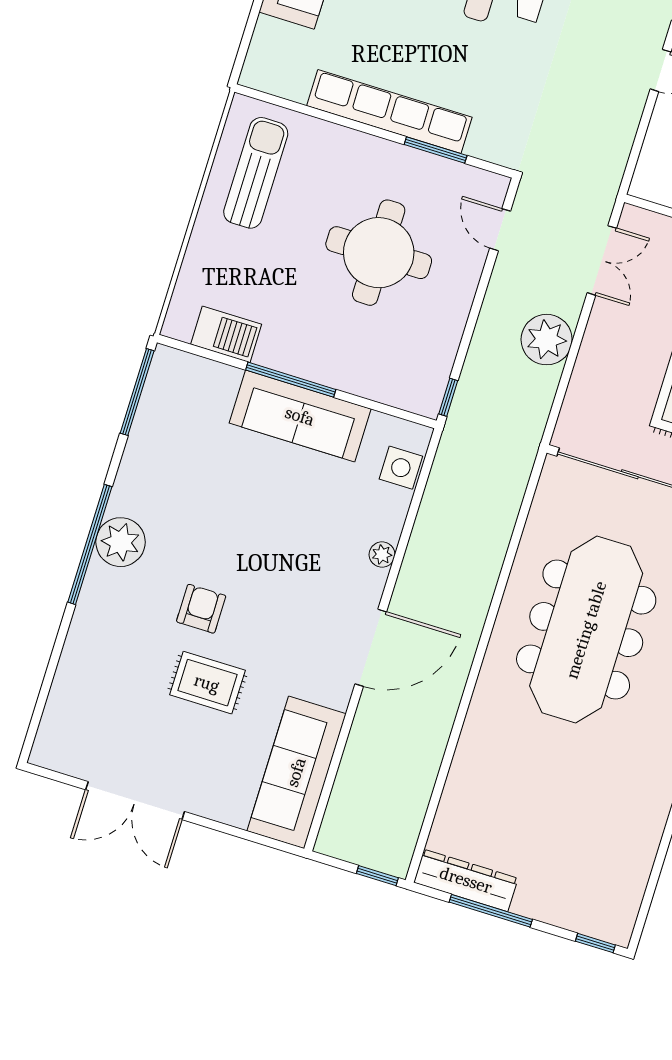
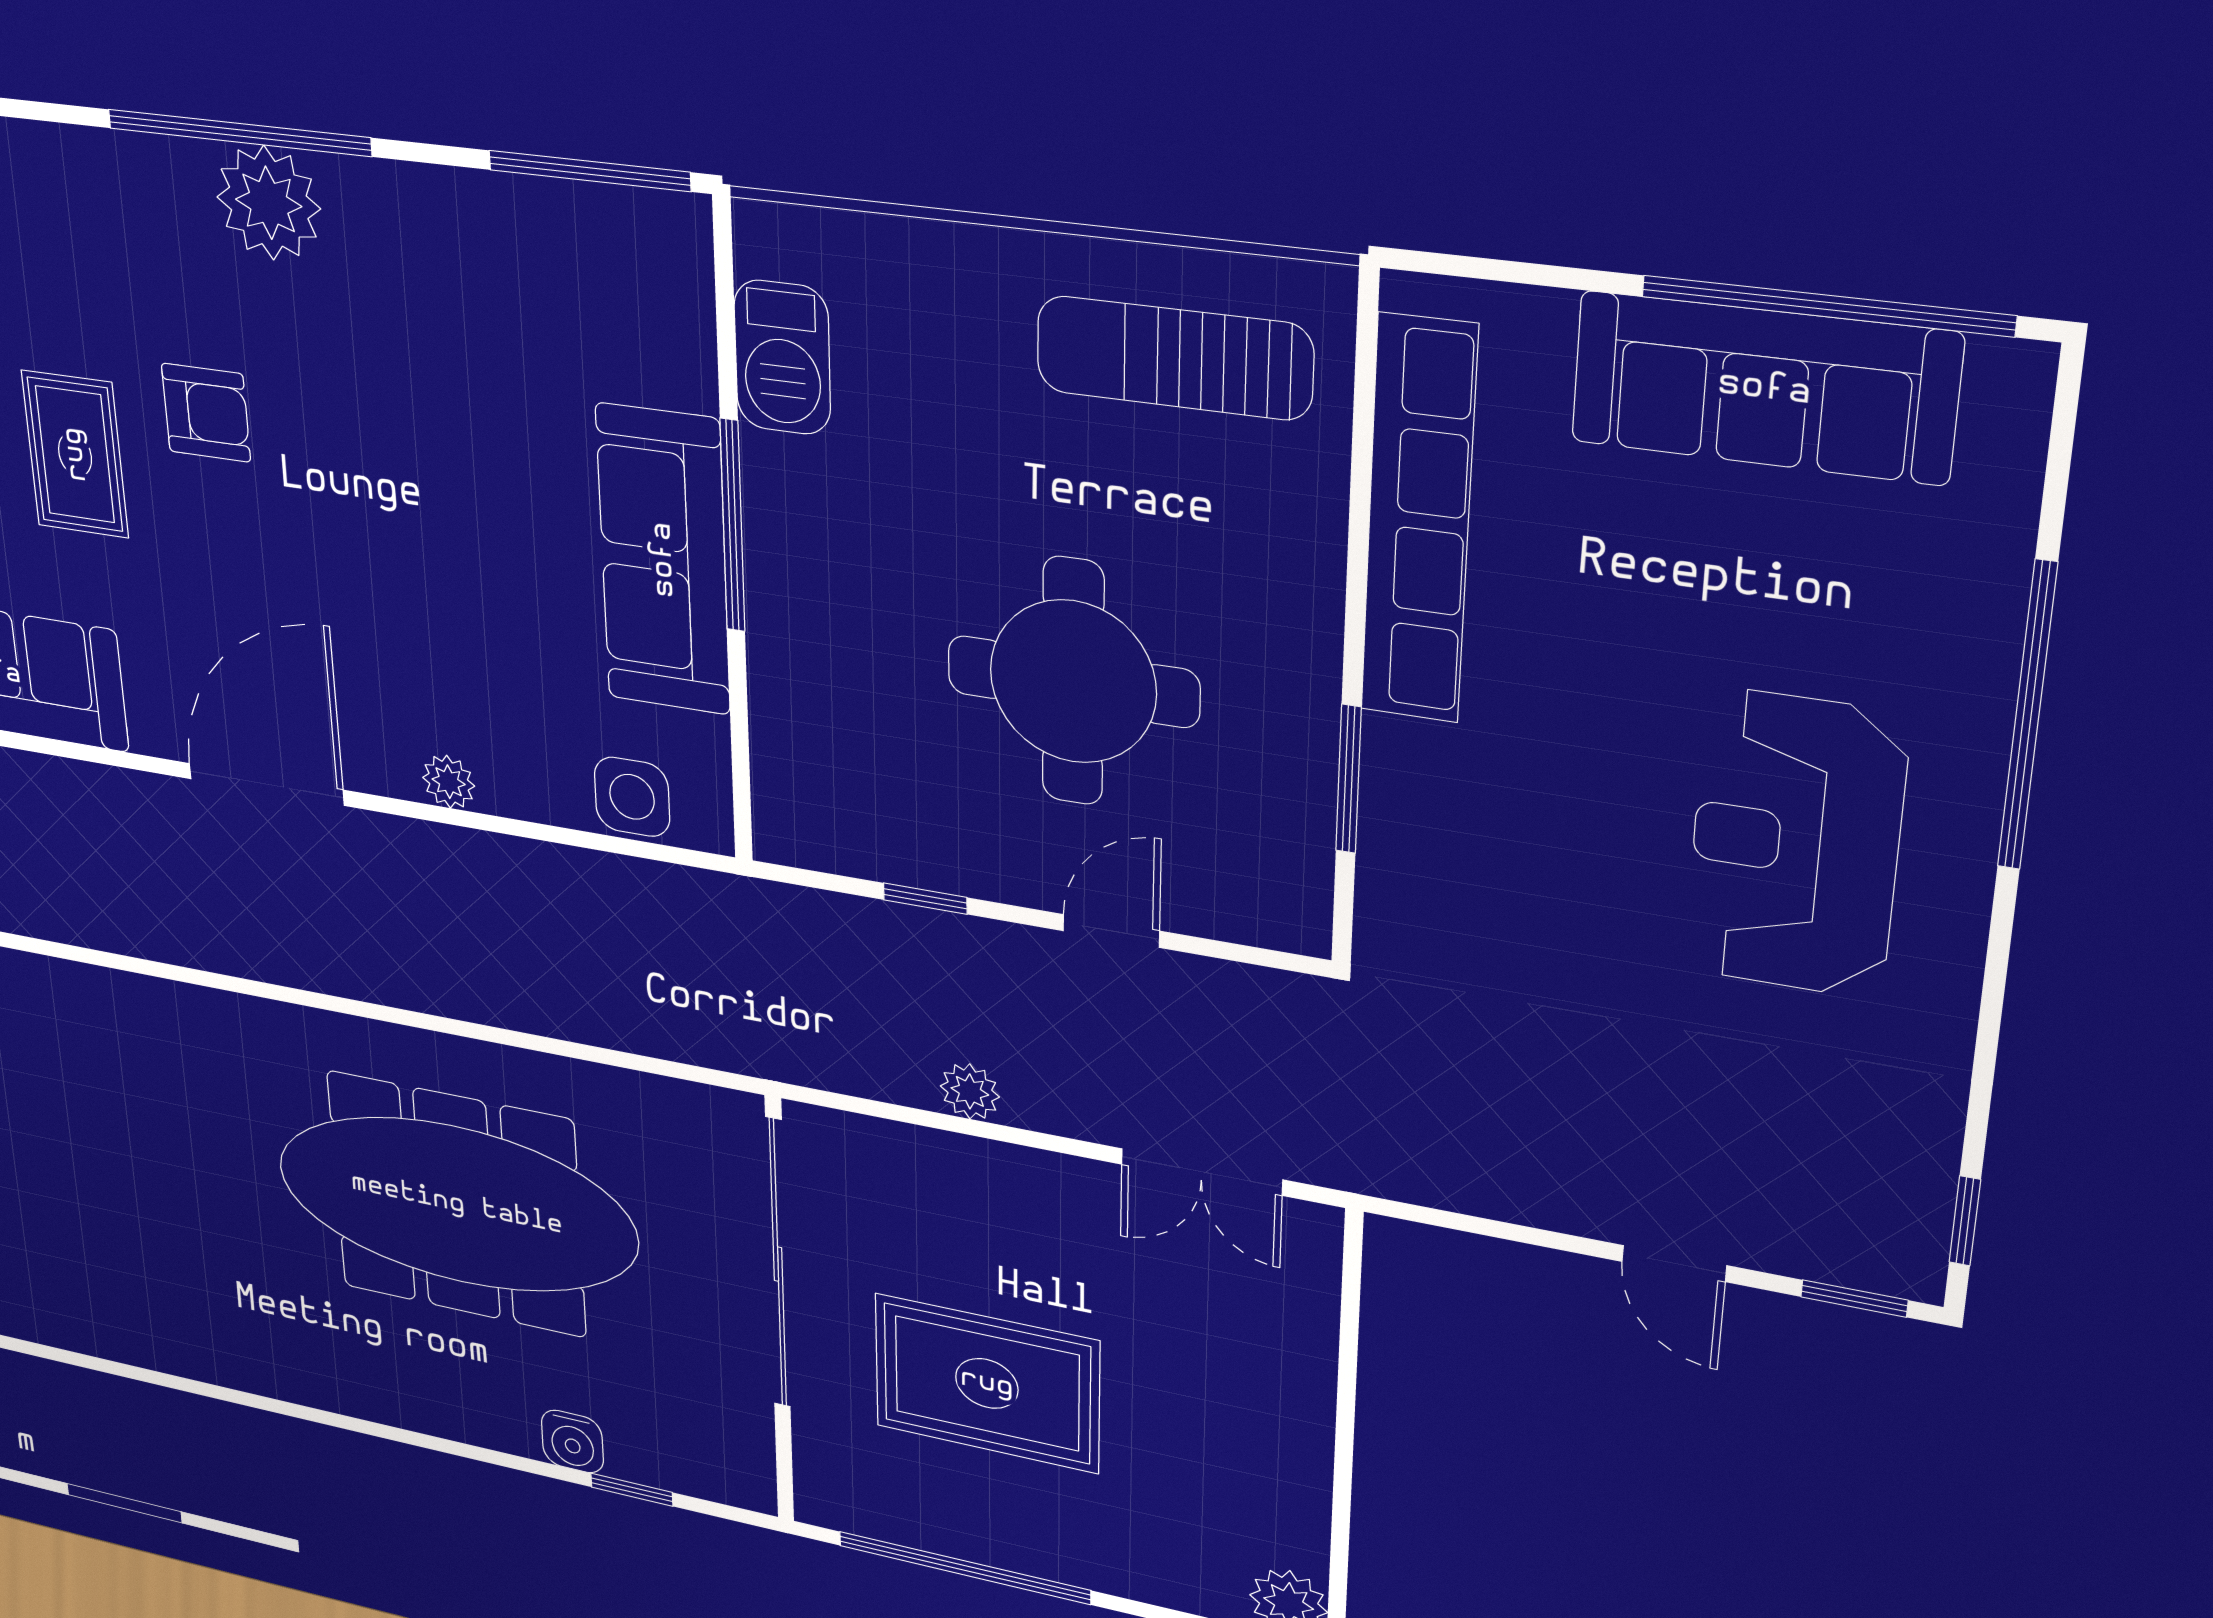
row of seats: (389, 112) -> (1419, 521), moved
sun lounger: (256, 173) -> (1174, 358), turned 180
door: (500, 230) -> (1111, 931), moved
plant: (547, 340) -> (970, 1091), width x0.53, depth x0.53
window: (448, 397) -> (925, 899), moved
door: (371, 648) -> (266, 784), swing flipped

